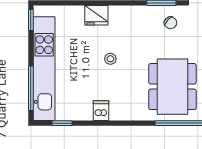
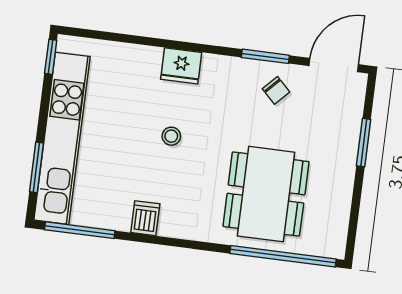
fridge: (96, 15) -> (181, 66), moved
window: (31, 88) -> (36, 167), width x0.69
window: (62, 123) -> (80, 230), width x2.17

